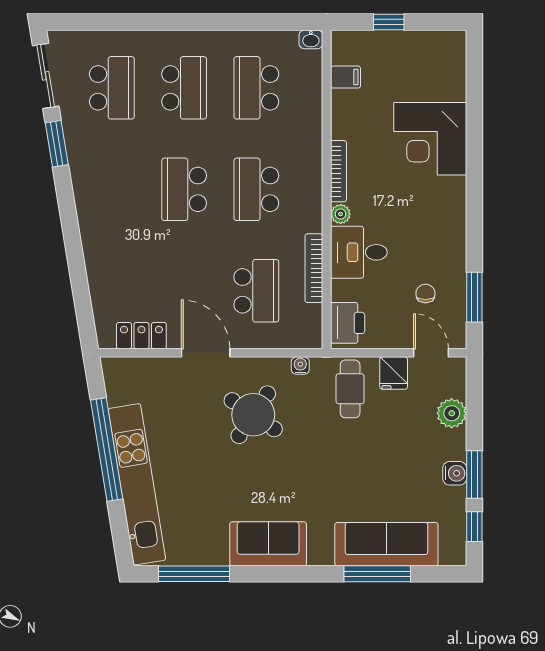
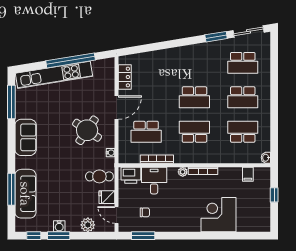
school desk: (184, 189) -> (194, 97), turned 180
desk: (359, 252) -> (154, 181), moved
door: (431, 353) -> (117, 215), swing flipped

